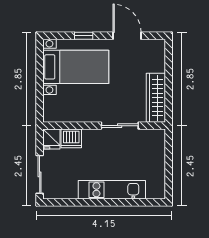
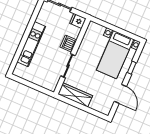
door: (127, 36) -> (120, 94), hinge flipped
dishwasher: (71, 138) -> (68, 44), moved

